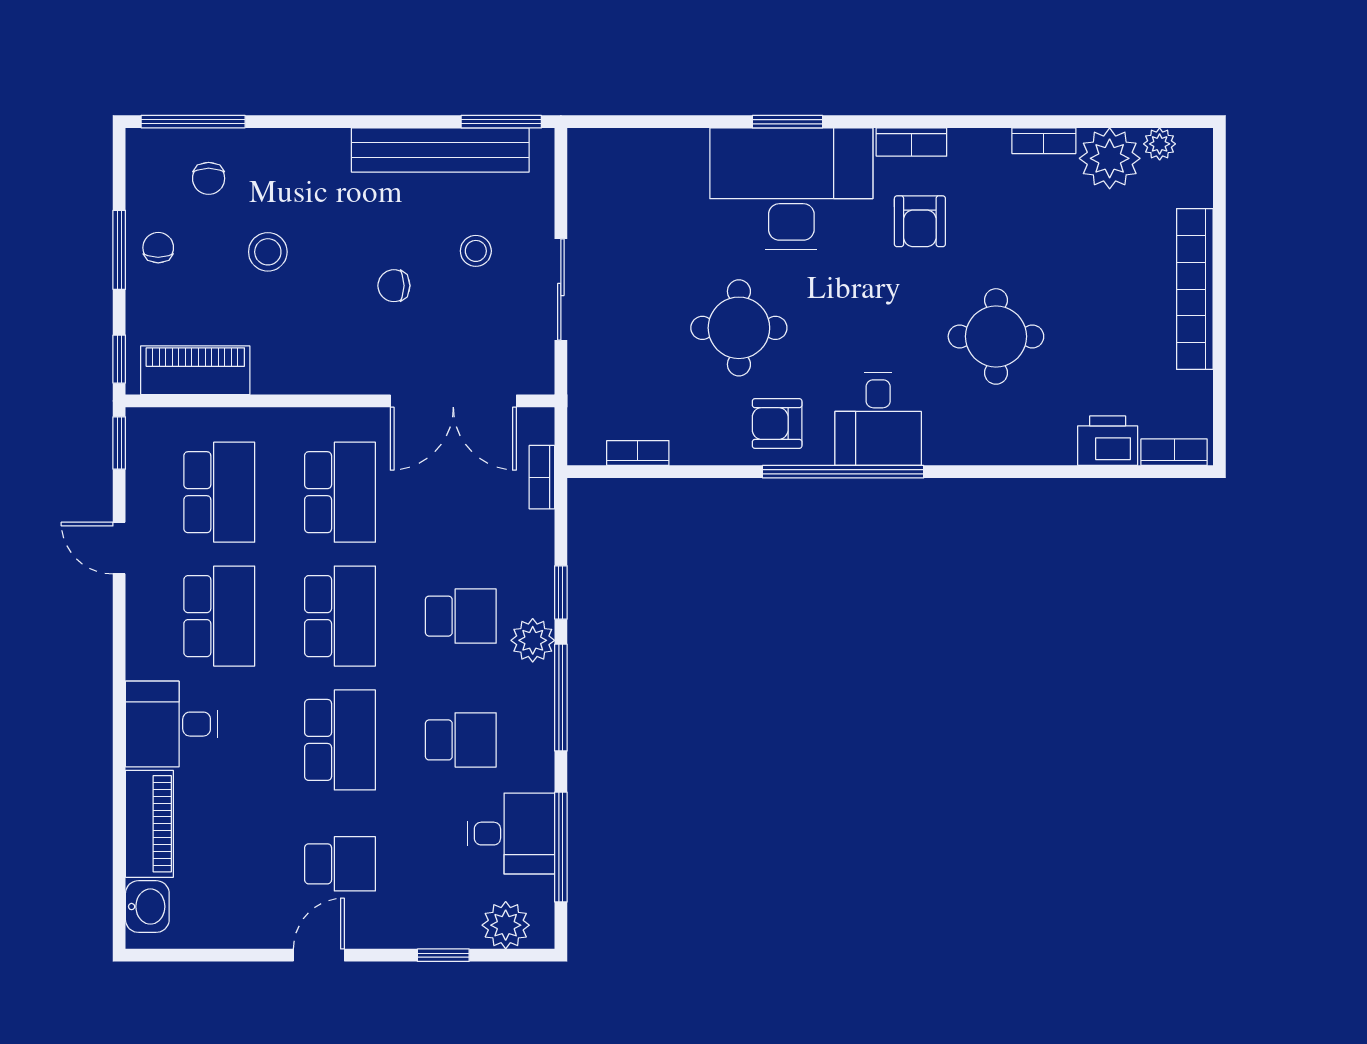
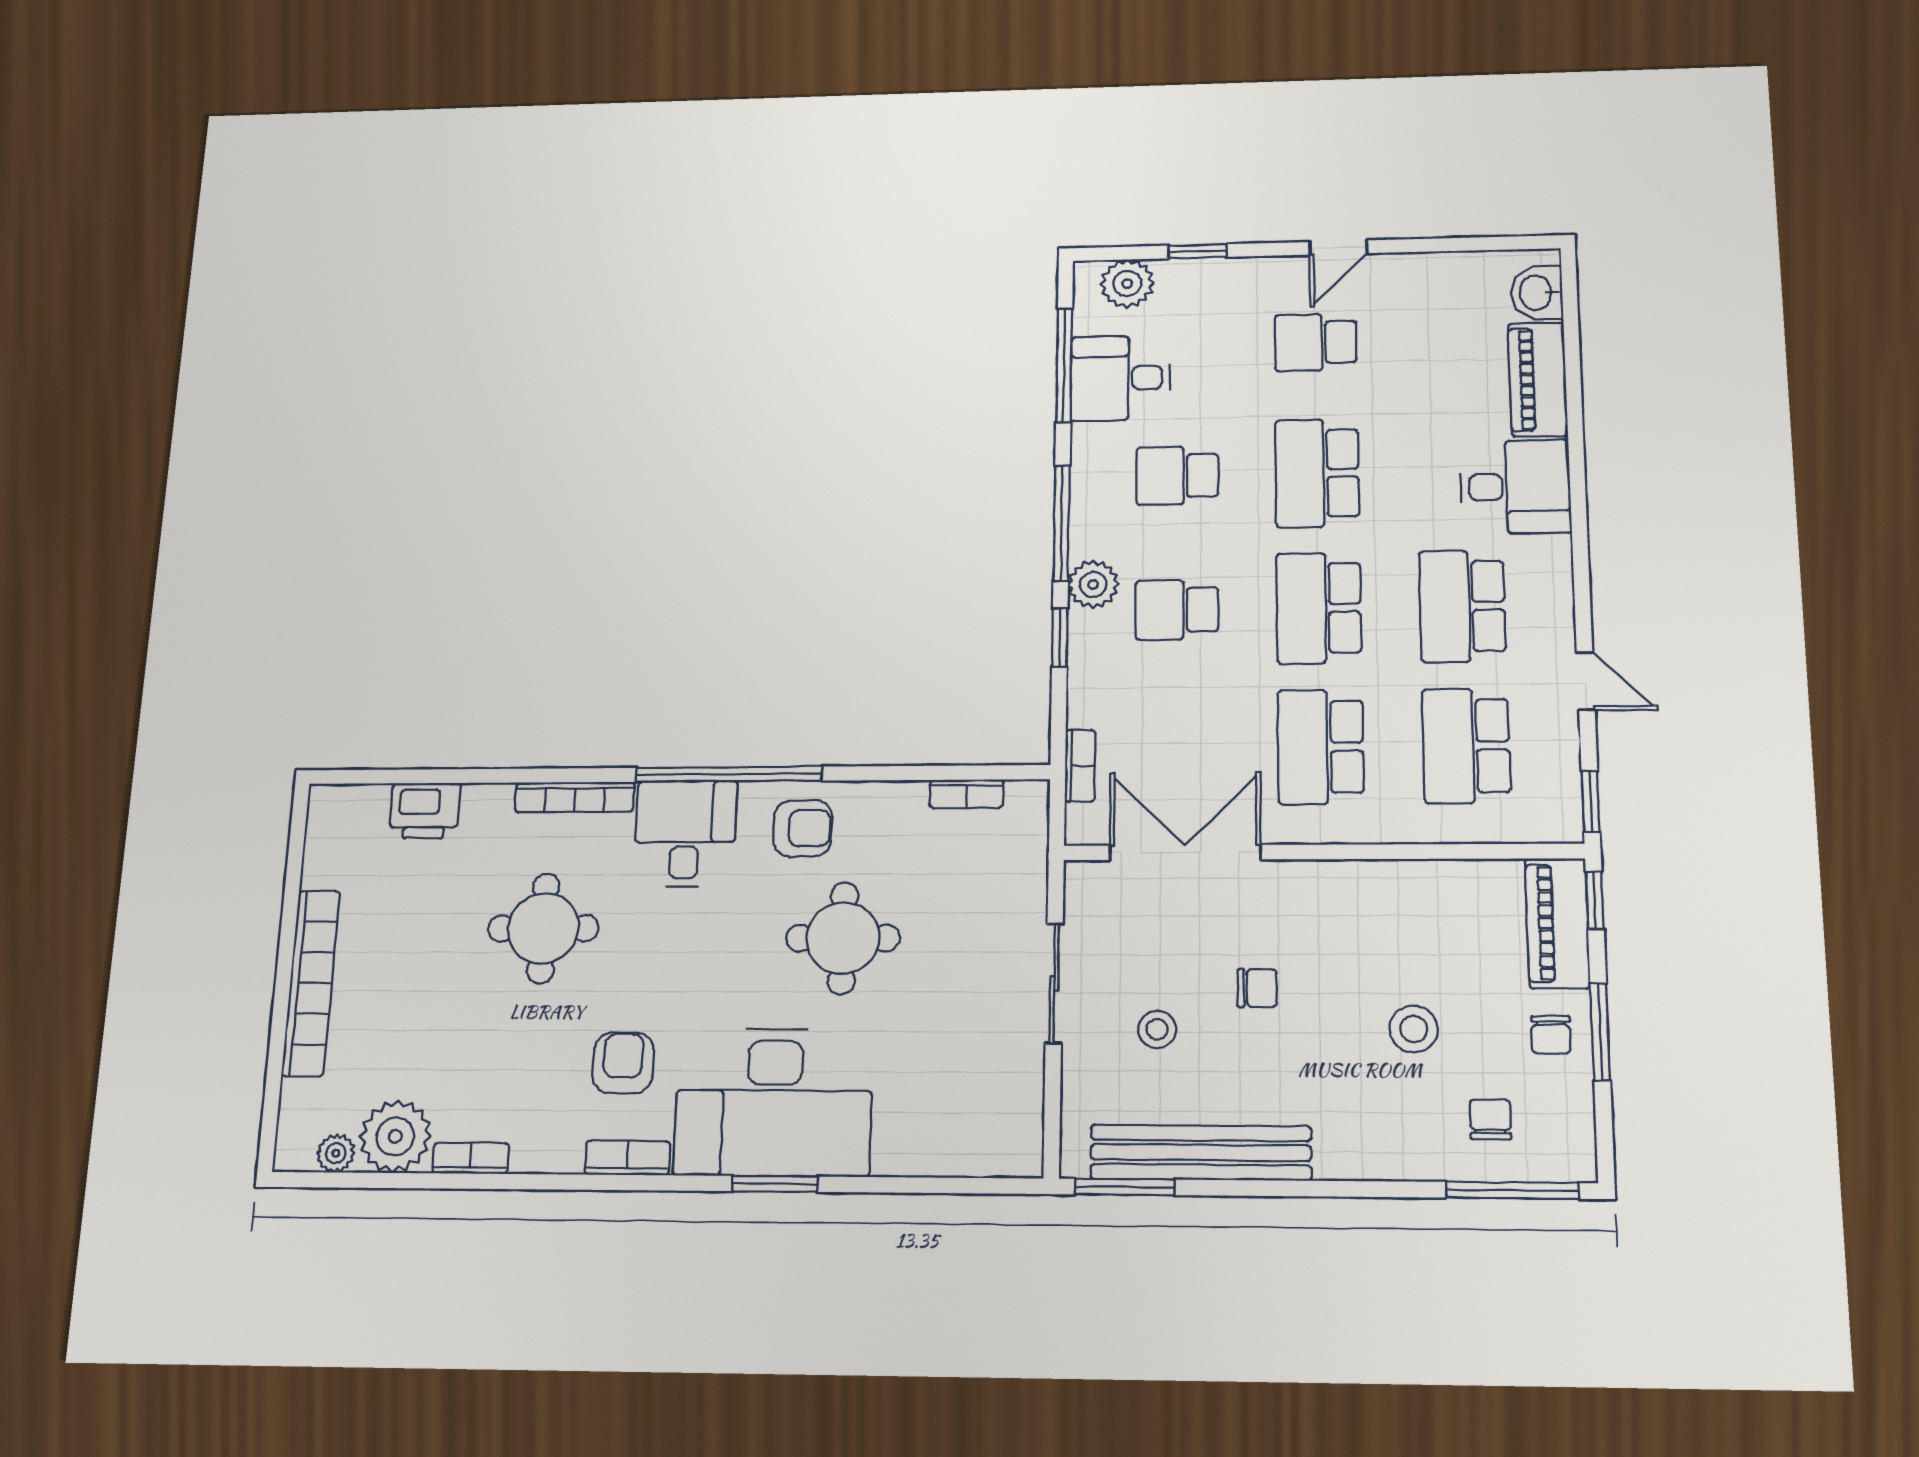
piano: (195, 370) -> (1557, 923), moved, turned 90
bookcase: (1174, 452) -> (575, 797), moved, width x1.56

